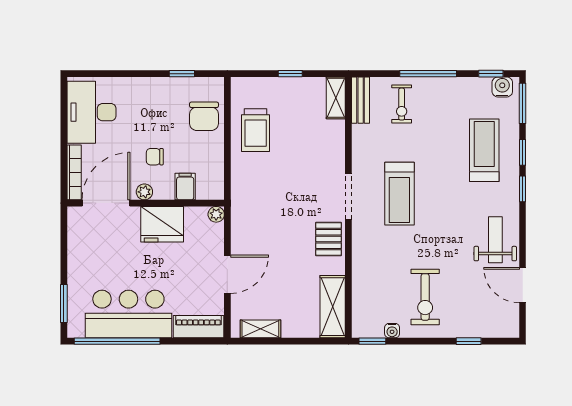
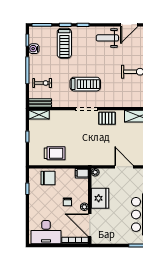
water cooler: (502, 87) -> (34, 49), moved
treadmill: (484, 150) -> (64, 43), turned -90
filing cabinet: (185, 187) -> (82, 173), moved

